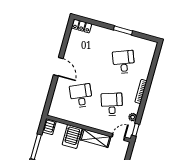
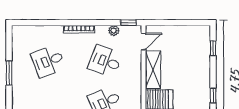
desk: (112, 104) -> (105, 61), turned 39
door: (118, 137) -> (144, 41), swing flipped

